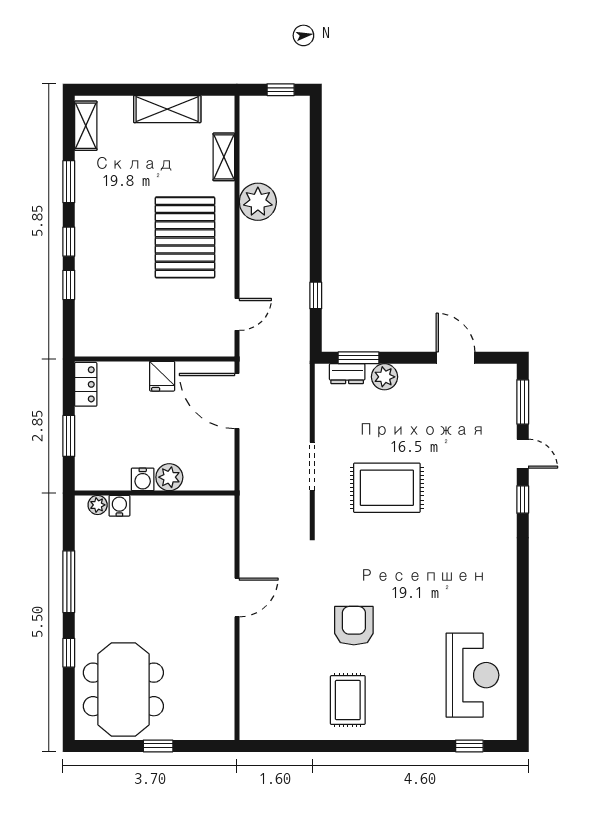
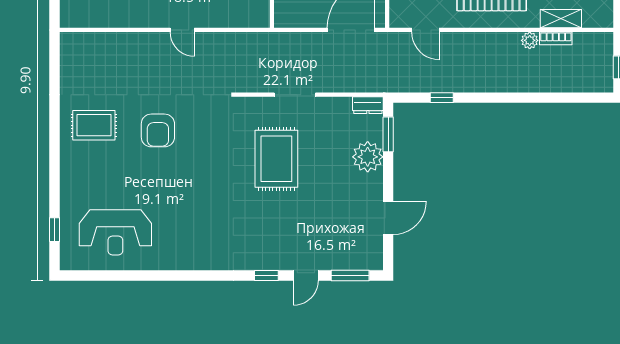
bookcase: (247, 163) -> (556, 38), added
plant: (258, 202) -> (530, 40), width x0.53, depth x0.53
dresser: (347, 374) -> (368, 105), moved, turned -90
plant: (384, 377) -> (368, 157), width x1.36, depth x1.36
door: (237, 597) -> (182, 30), width x0.73
armchair: (354, 626) -> (158, 130), turned 90

